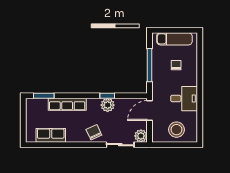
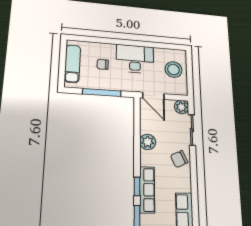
window: (107, 96) -> (137, 186), moved
desk: (184, 99) -> (135, 59), width x1.37

